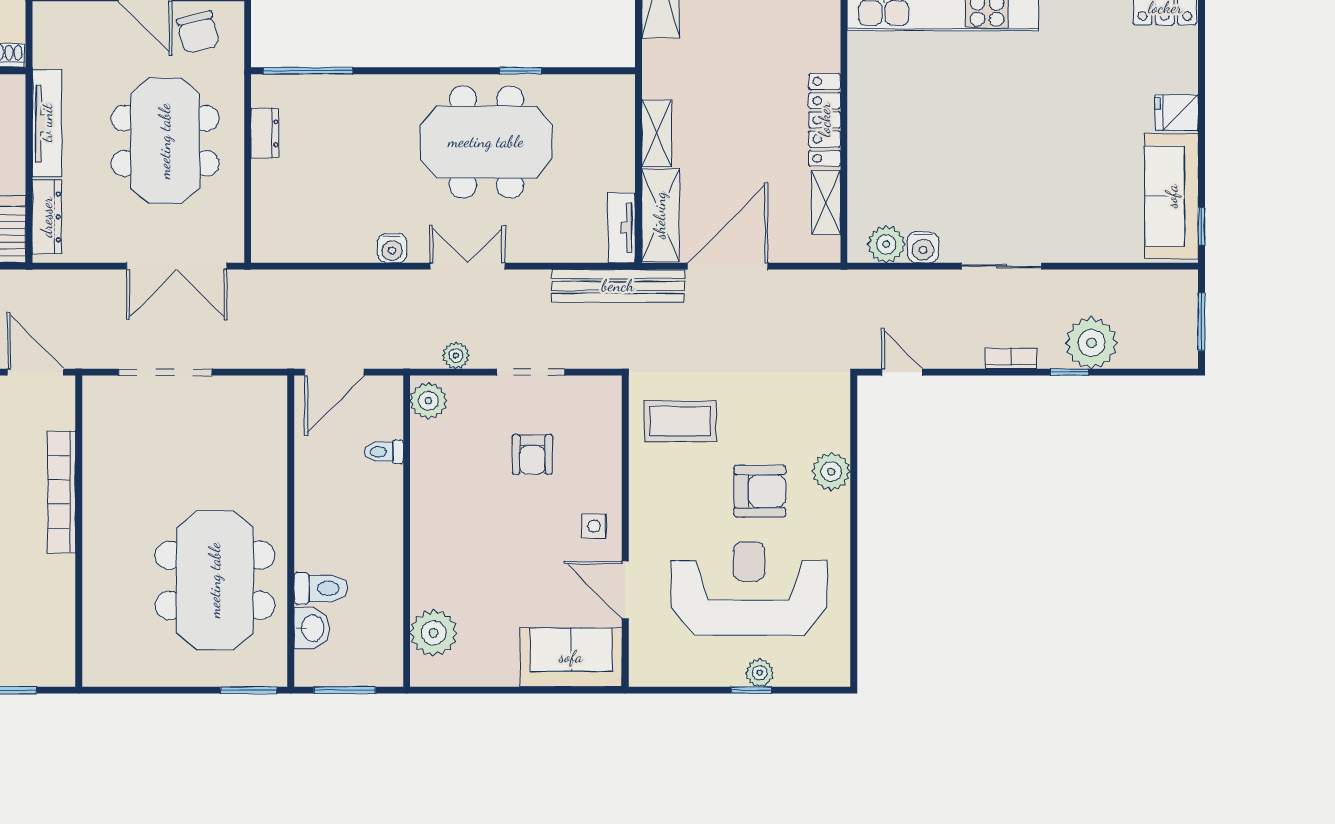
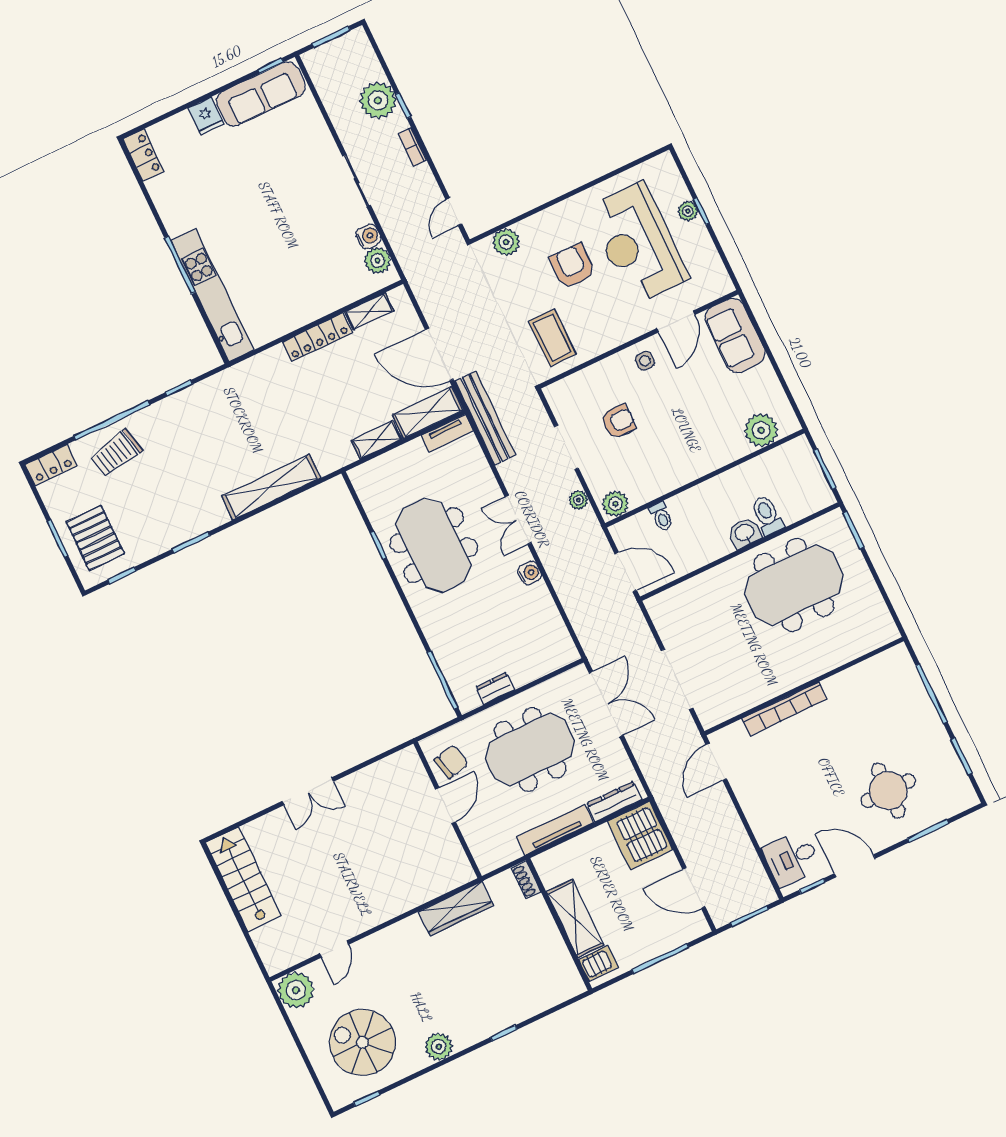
plant: (831, 472) -> (506, 242), moved
washbasin: (312, 628) -> (745, 533), moved

